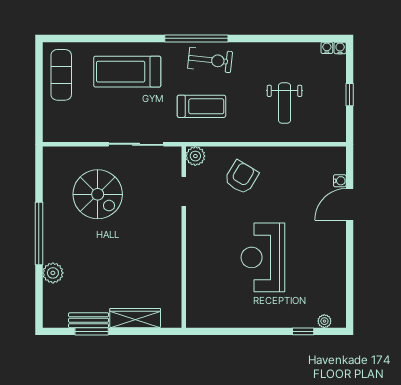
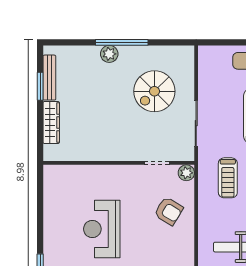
reception desk: (263, 257) -> (102, 229), turned -90
plant: (53, 273) -> (109, 54), moved
bench: (89, 320) -> (49, 78), width x1.36

